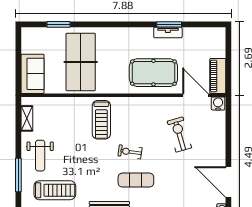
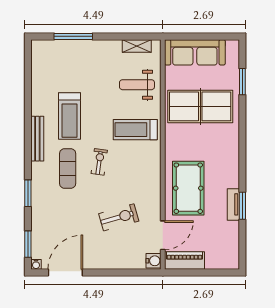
sofa: (32, 74) -> (195, 52), width x1.36
weight bench: (40, 156) -> (137, 85), moved
treadmill: (55, 190) -> (70, 116), moved

